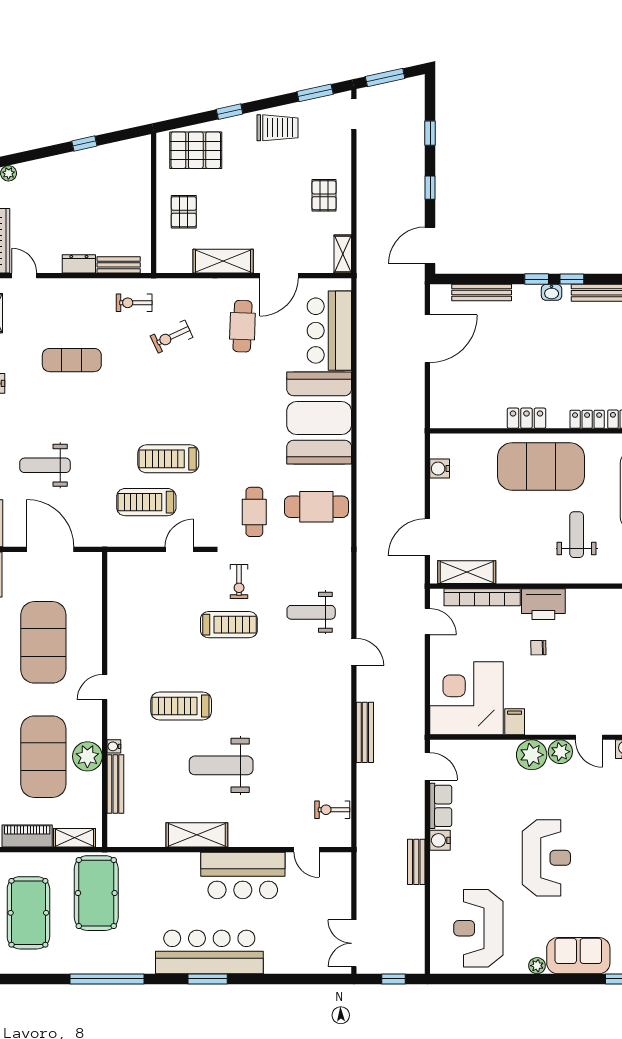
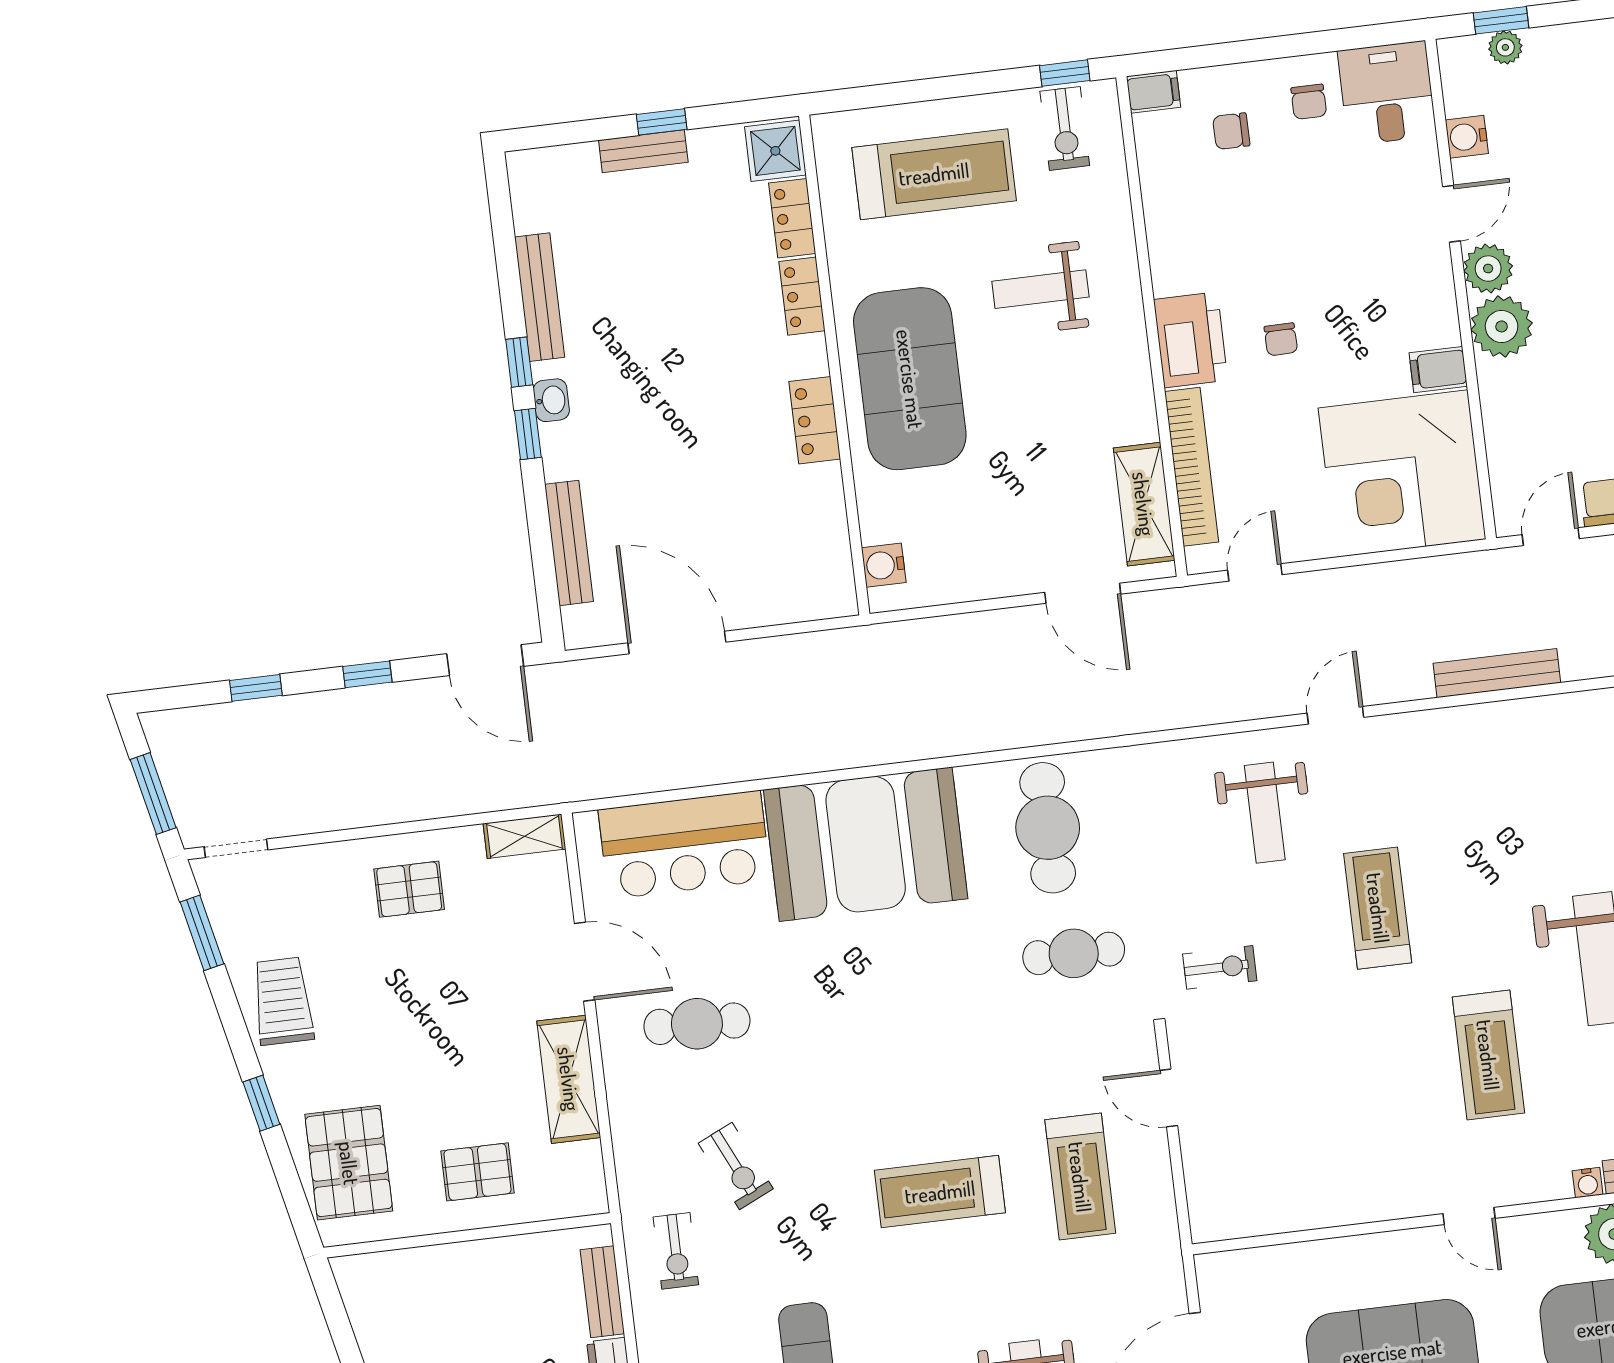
treadmill: (168, 459) -> (940, 1192), moved, turned 90
water cooler: (440, 469) -> (884, 565), moved, turned 90
treadmill: (229, 625) -> (1378, 908), moved

